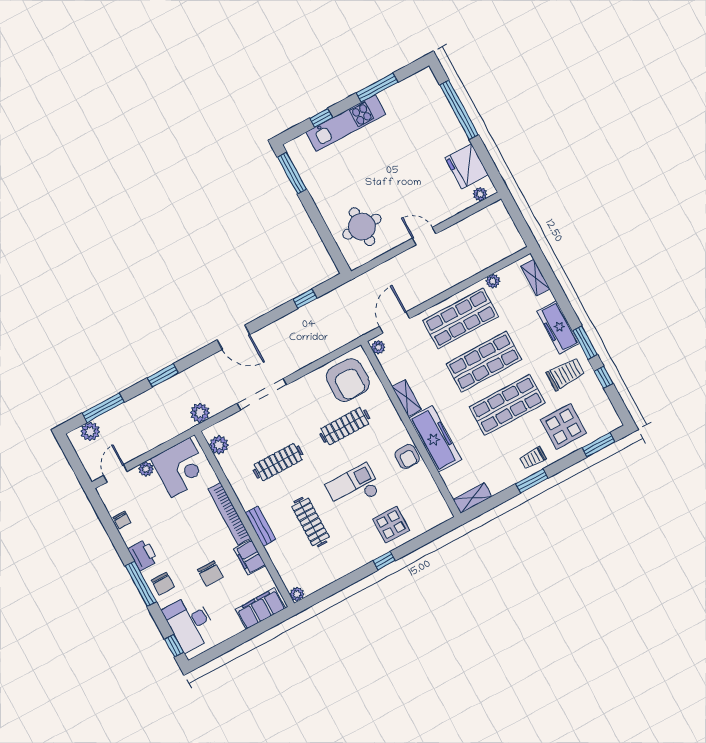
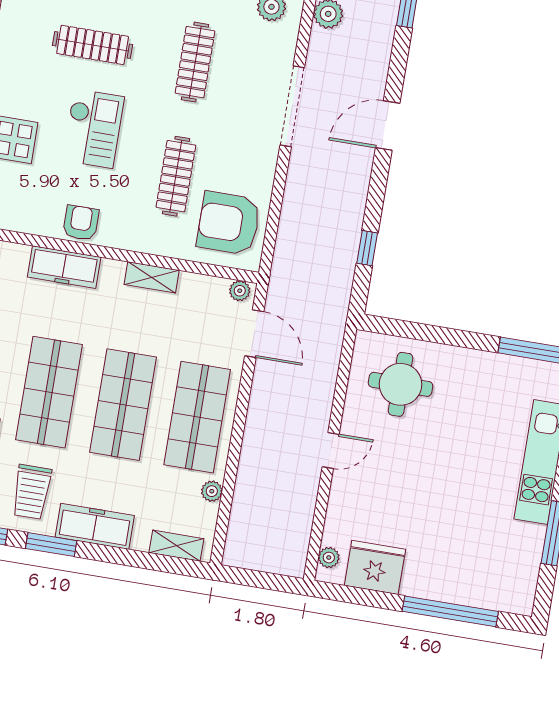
freezer: (435, 439) -> (64, 267), width x0.73, depth x0.79
armchair: (407, 457) -> (81, 223), turned 90

